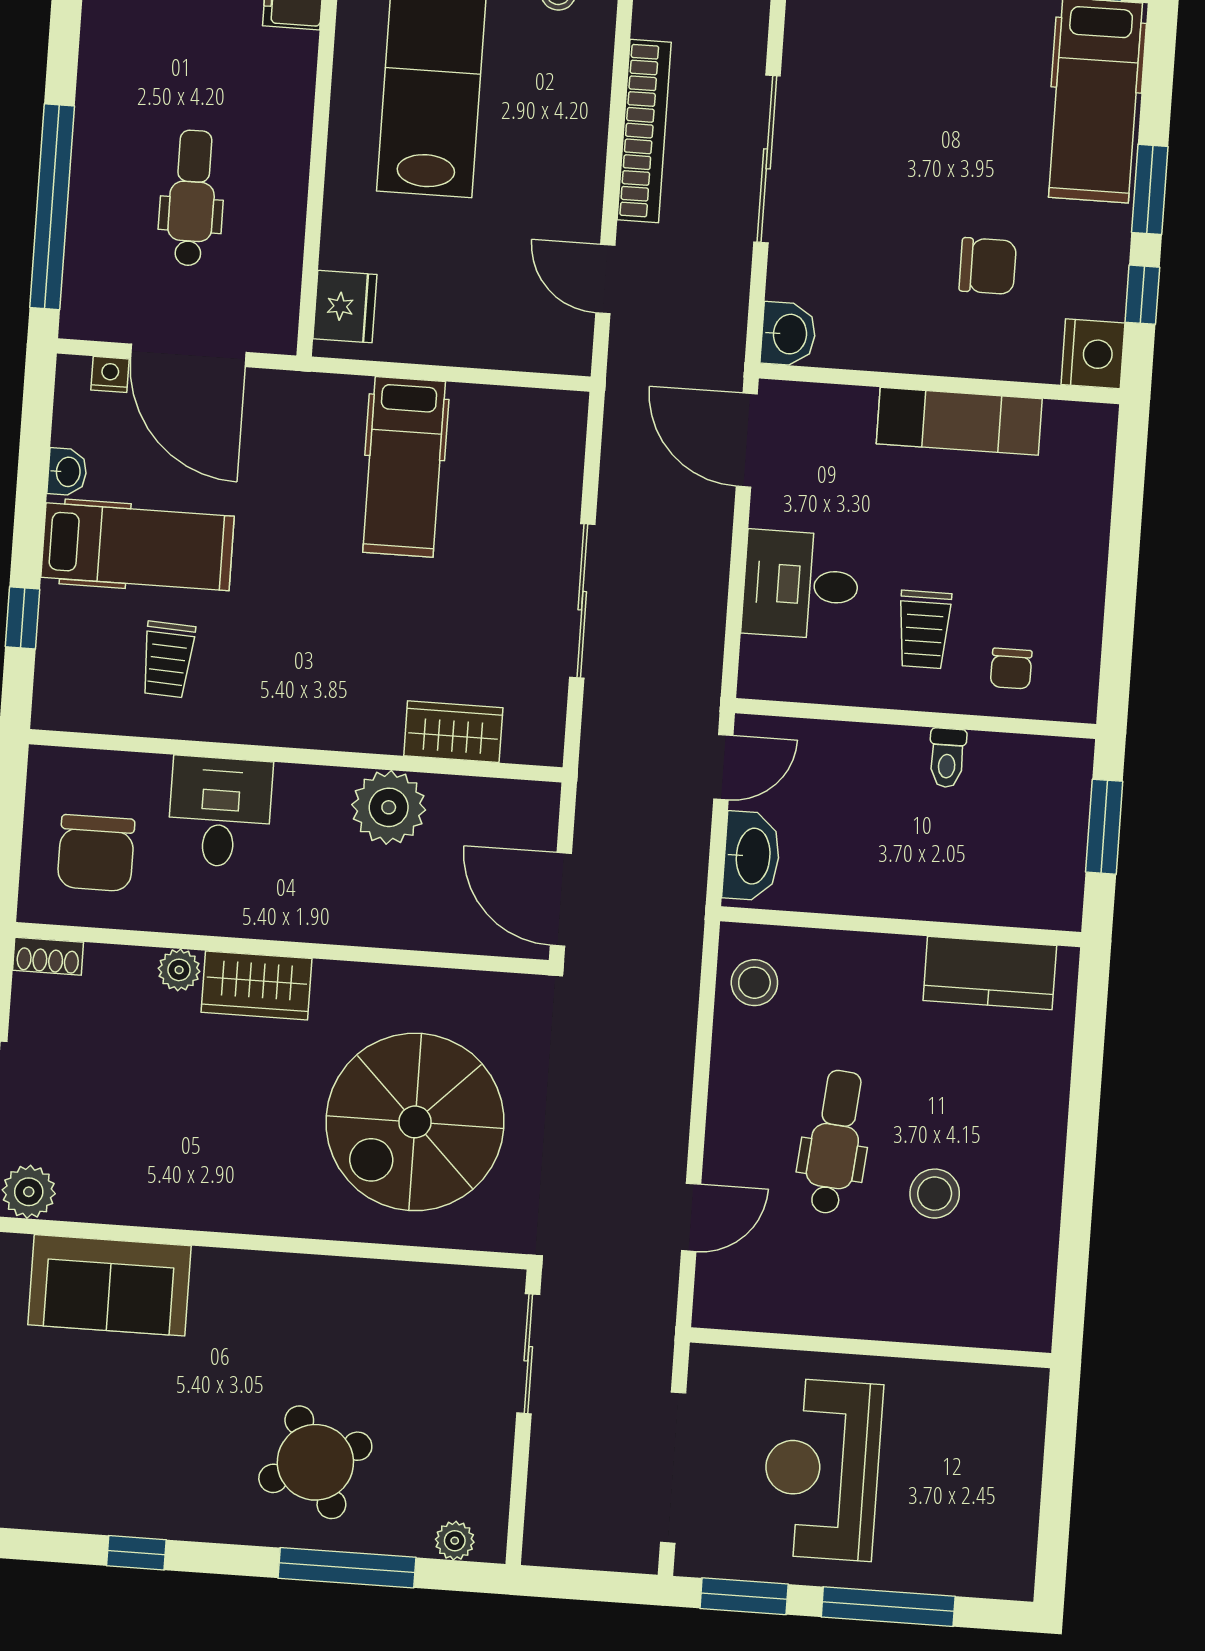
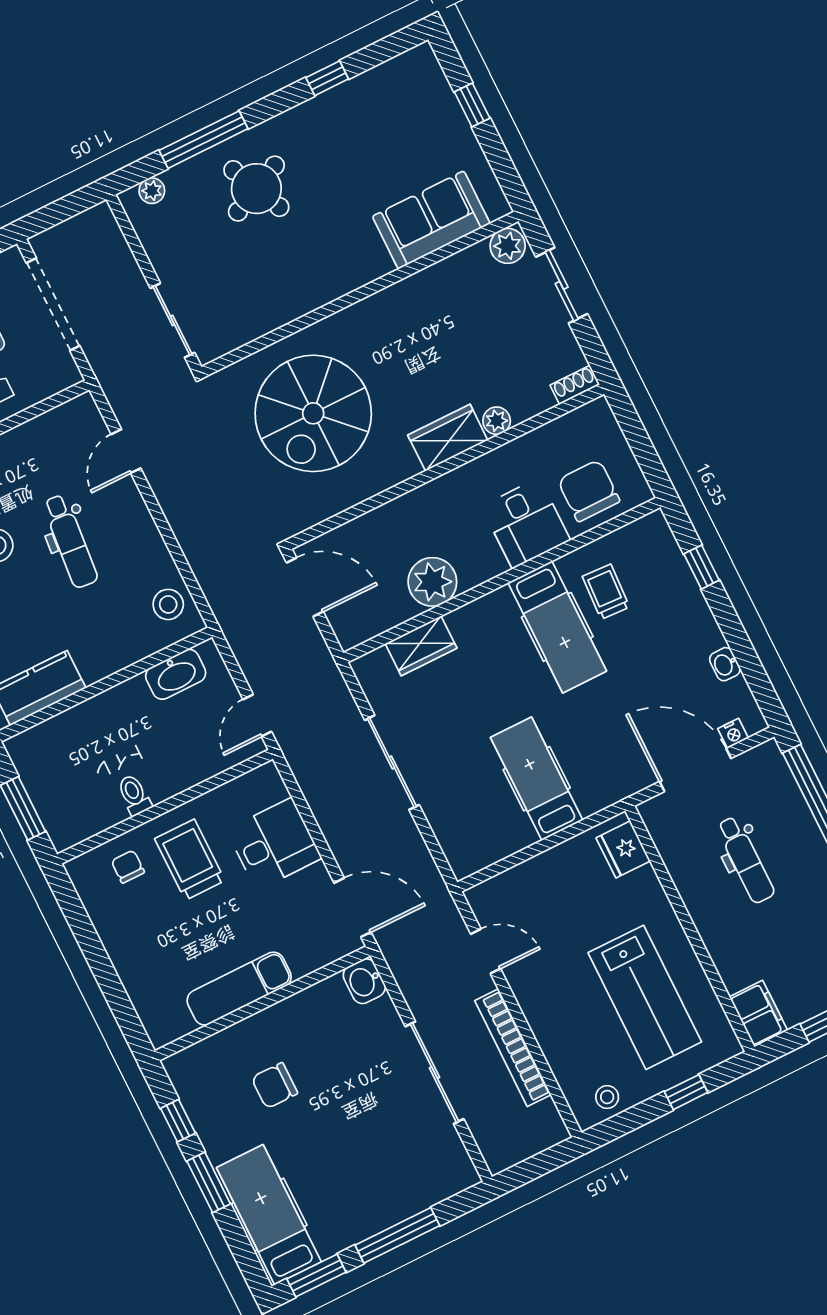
nightstand: (1093, 354) -> (186, 1071), removed
hospital bed: (137, 547) -> (557, 627), moved, turned -90
trolley: (924, 630) -> (190, 860), width x1.36, depth x1.39
chair: (96, 853) -> (589, 491), moved
washbasin: (752, 856) -> (176, 674), moved, turned -90
spiral stairs: (415, 1122) -> (313, 413), turned 180

